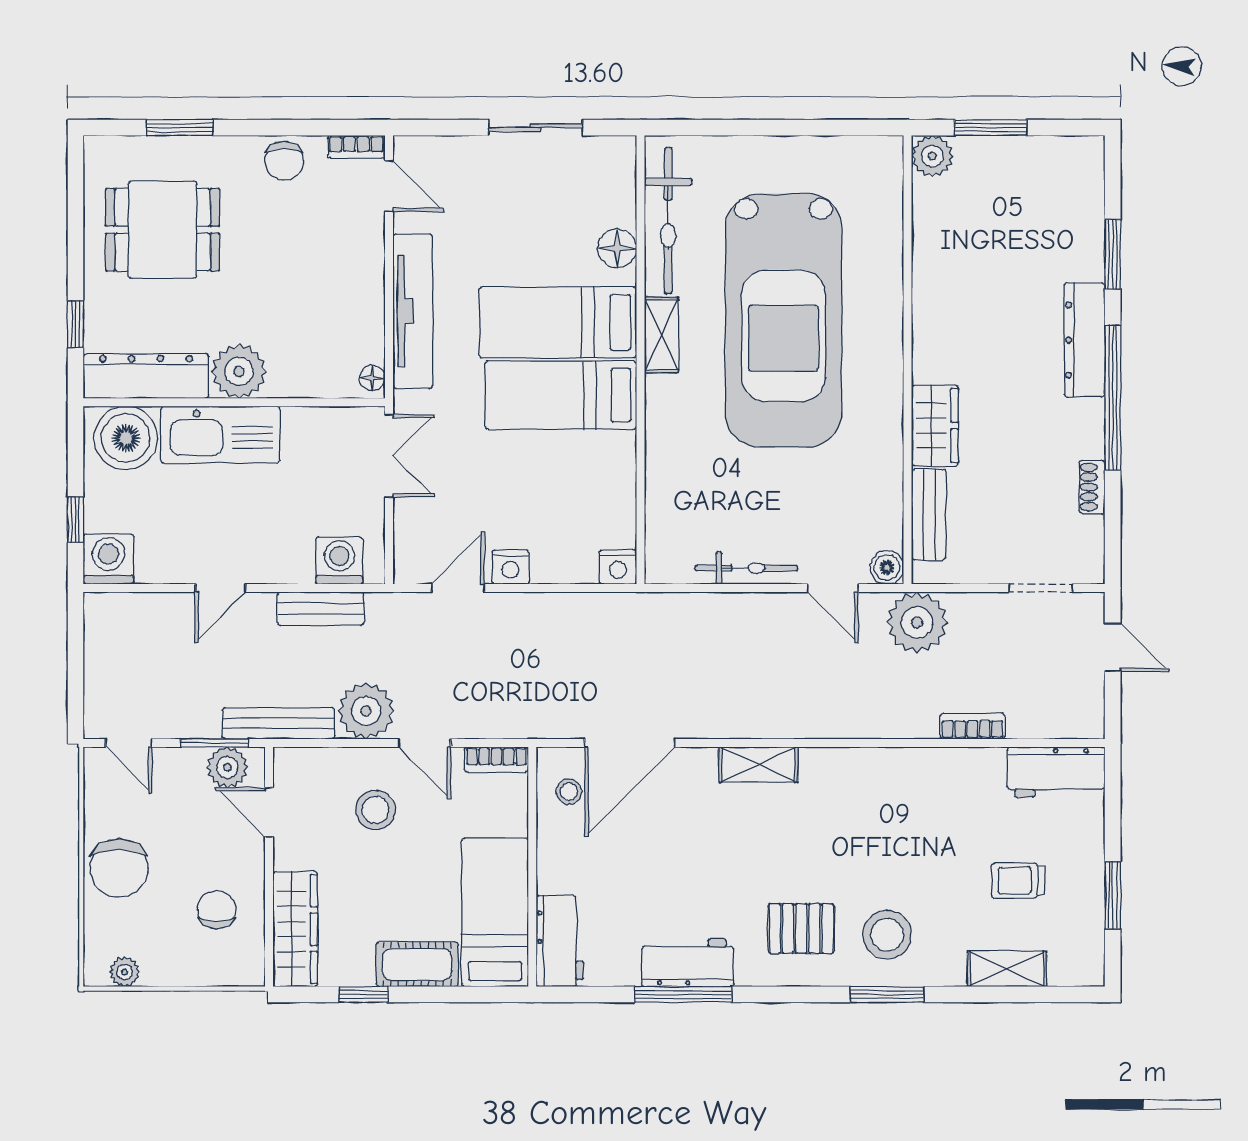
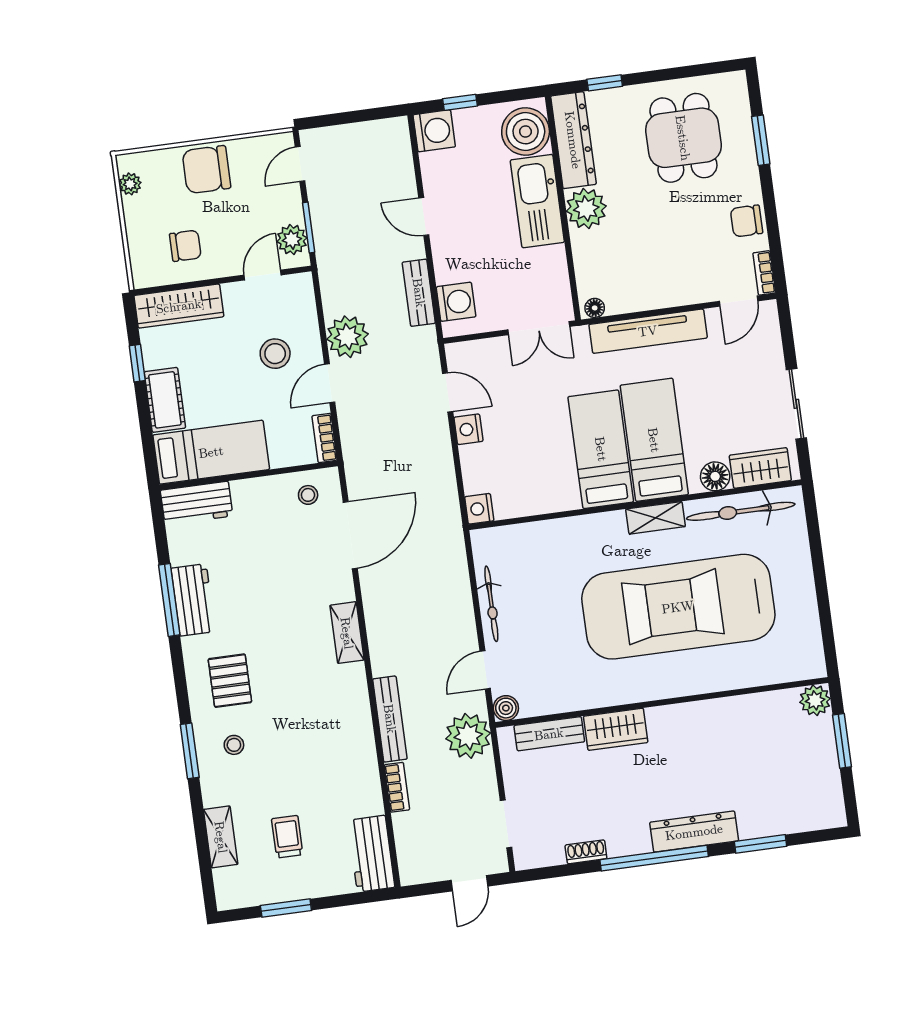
wardrobe: (614, 187) -> (760, 468), added
bench: (278, 723) -> (390, 719), moved
door: (630, 743) -> (350, 535), swing flipped
stool: (887, 935) -> (234, 745), width x0.53, depth x0.53

